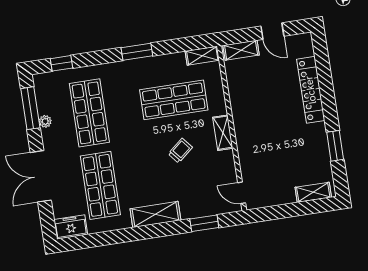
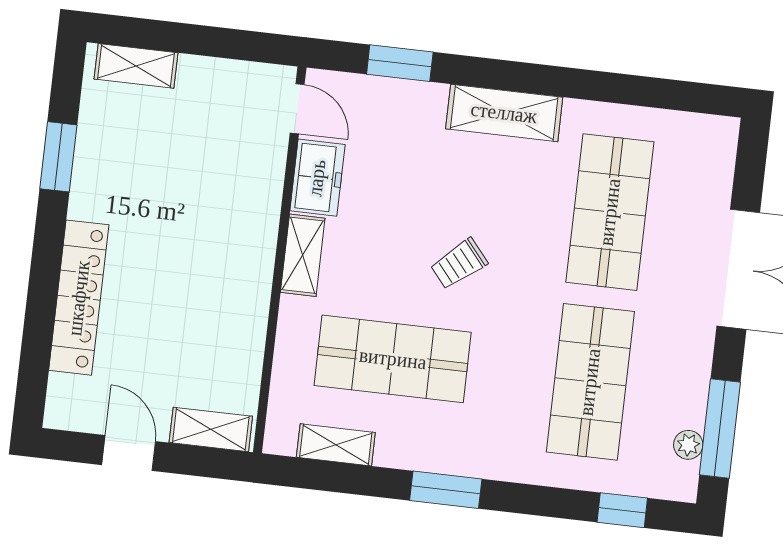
shelving: (202, 56) -> (336, 445), moved
plant: (45, 121) -> (688, 445), moved
trolley: (180, 151) -> (459, 264), moved
freezer: (71, 227) -> (317, 178), moved, turned -90

